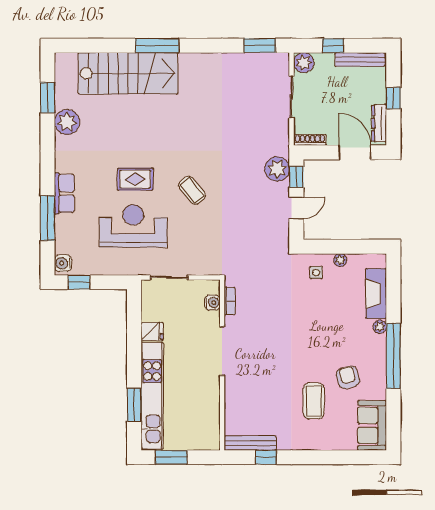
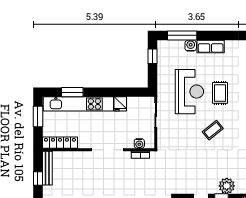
window: (48, 218) -> (182, 35), moved
water cooler: (63, 263) -> (191, 46), moved
locker: (211, 424) -> (60, 143), added

